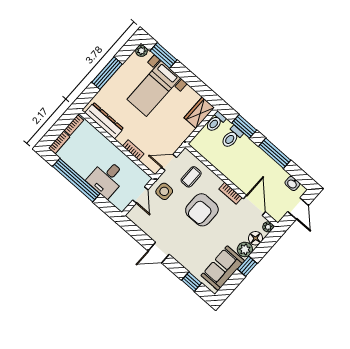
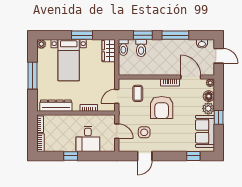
window: (164, 55) -> (82, 35), moved
window: (76, 180) -> (71, 156), width x0.32
side table: (164, 191) -> (144, 132), moved
door: (159, 253) -> (145, 156), moved

